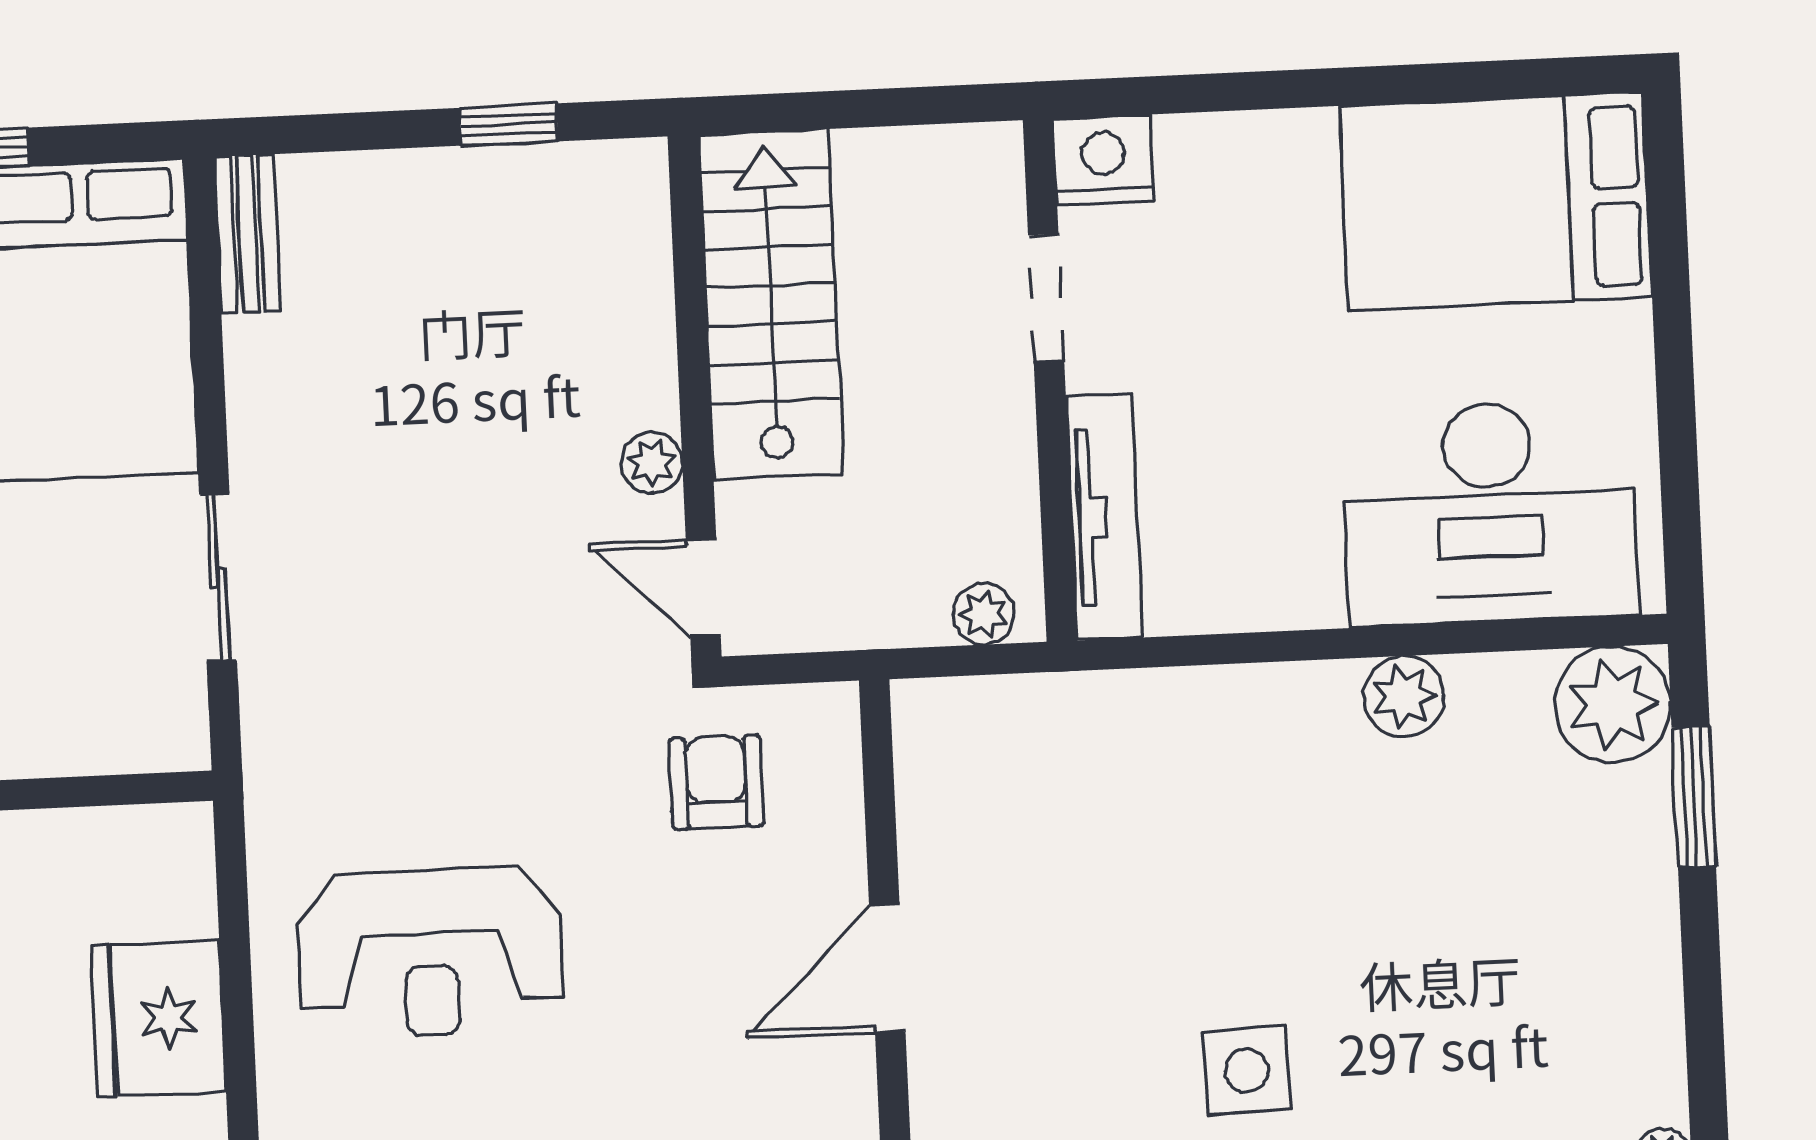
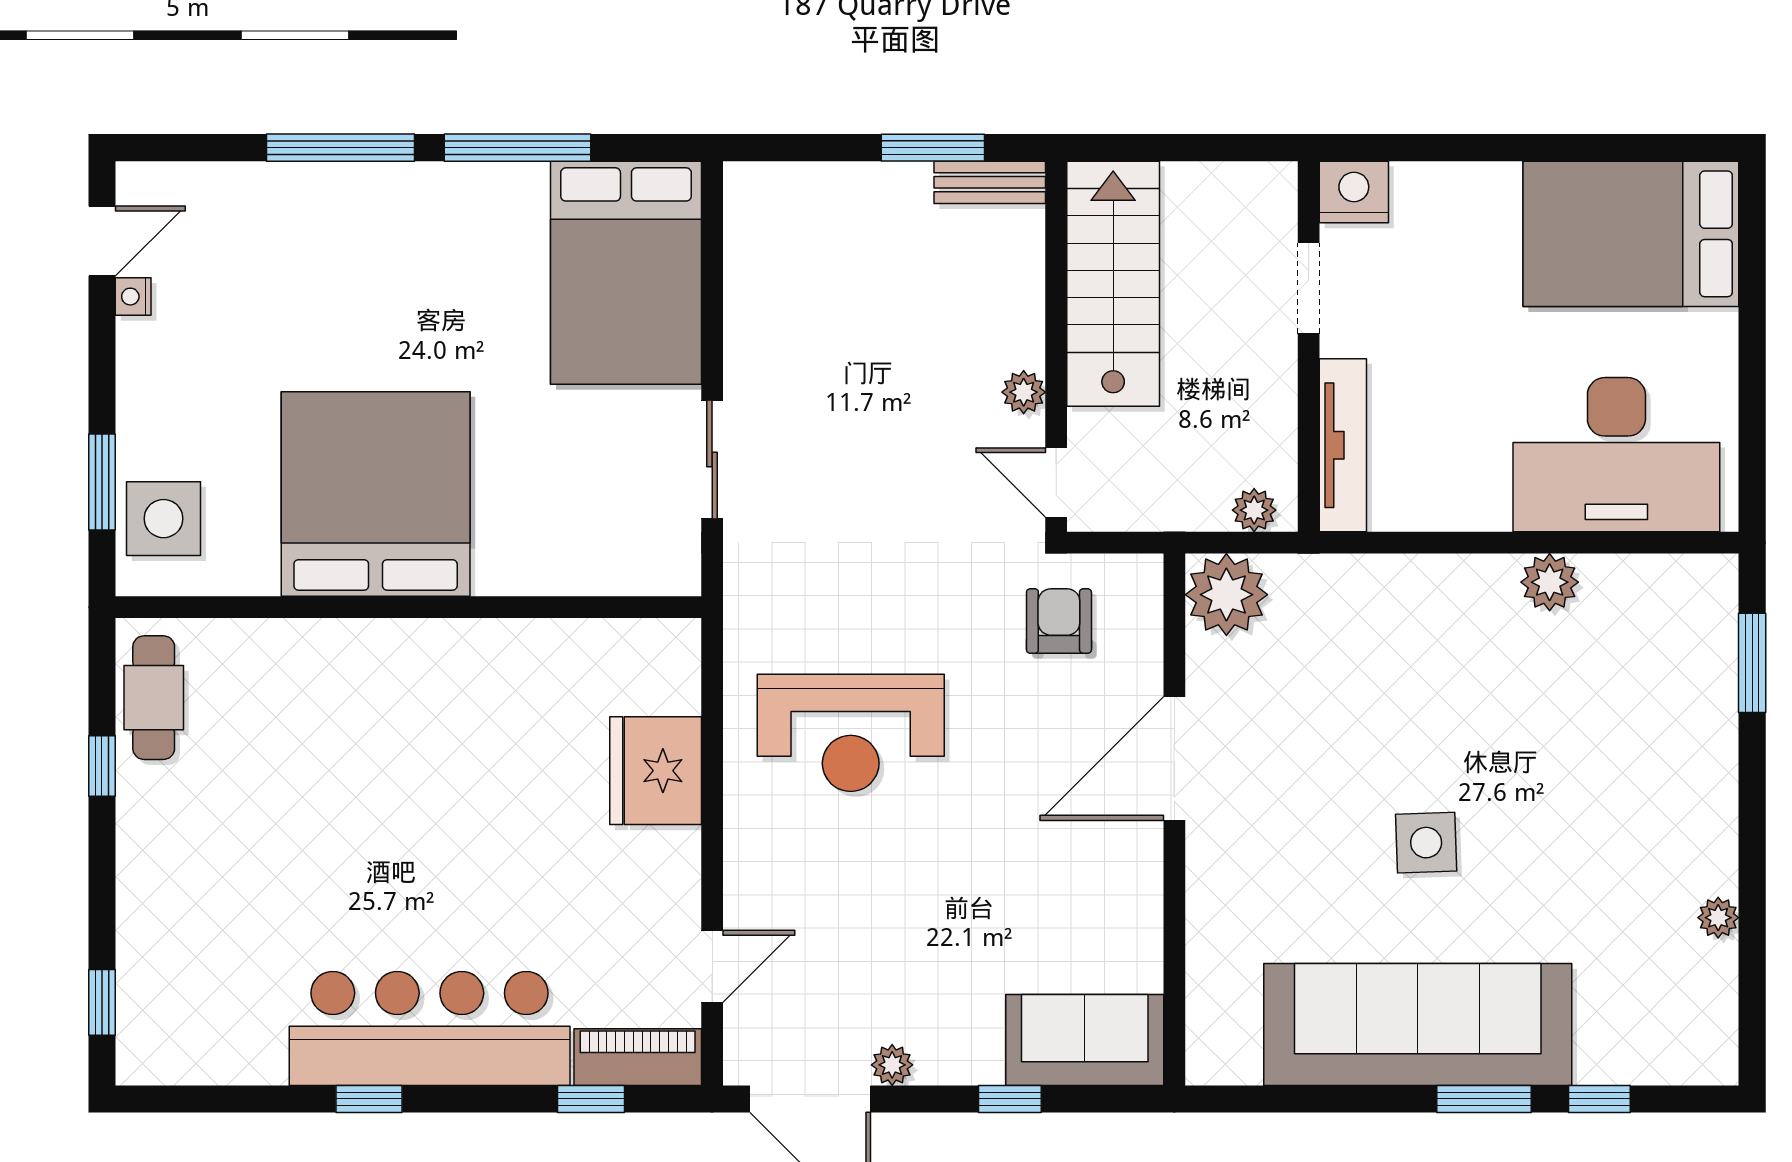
window: (509, 125) -> (933, 148), width x1.50
bench: (248, 234) -> (990, 182), moved, turned 90
plant: (1613, 704) -> (1226, 595), moved
door: (887, 968) -> (1174, 758), width x1.36

